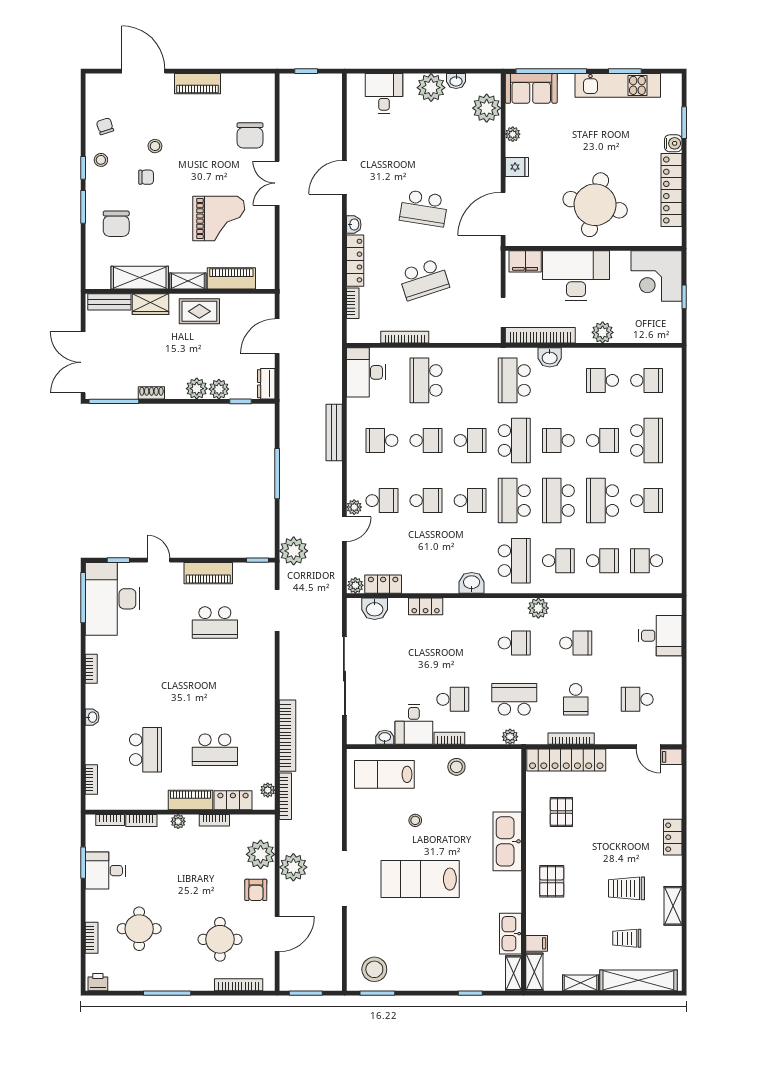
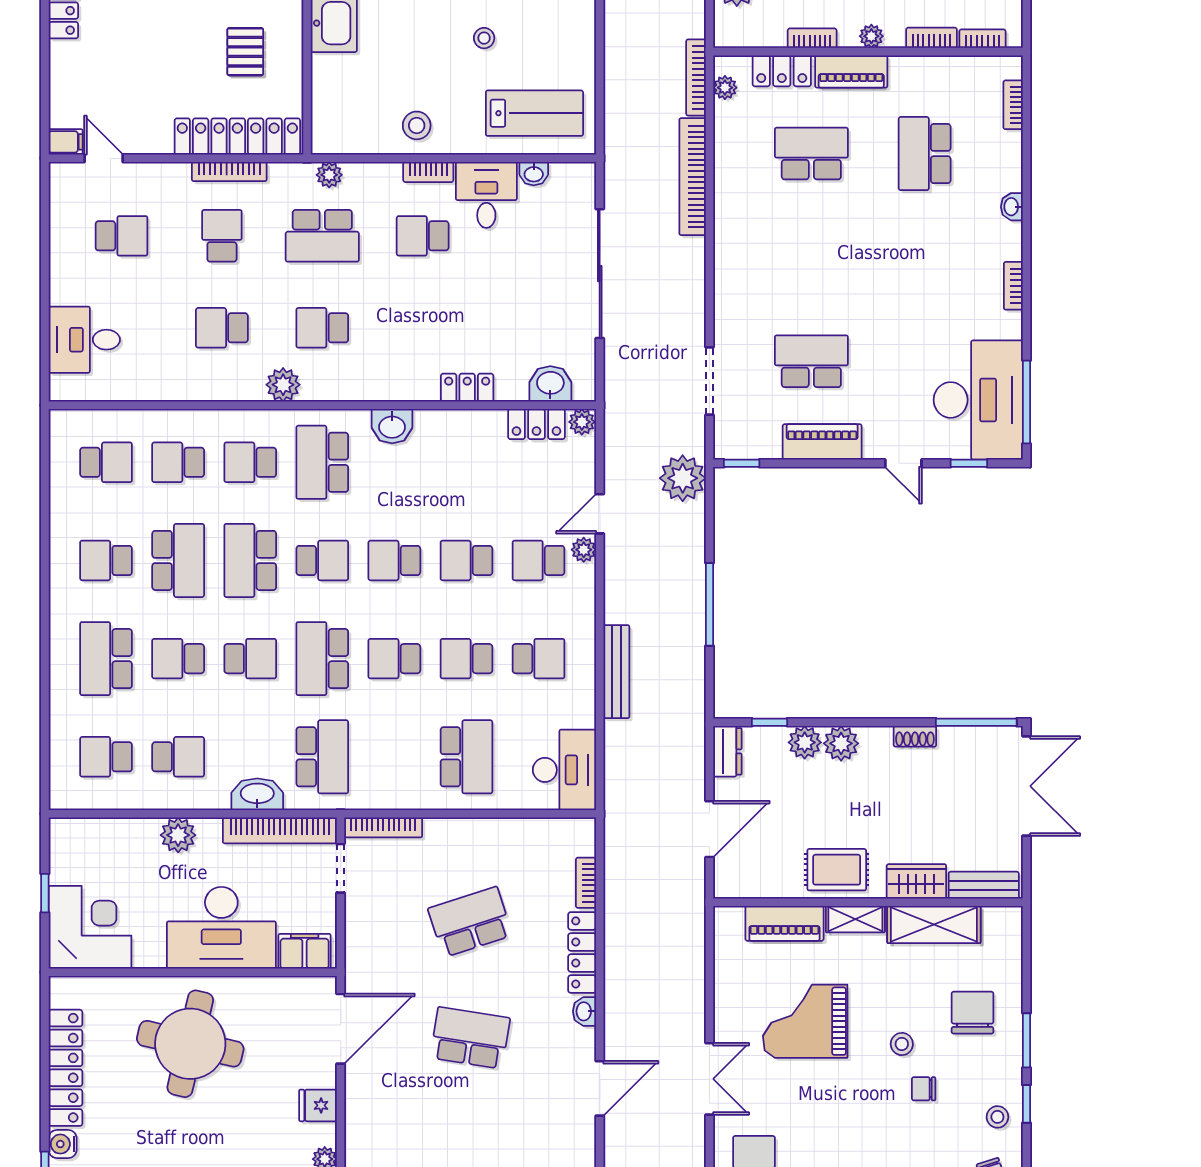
stool: (155, 146) -> (902, 1044), moved
bookcase: (405, 337) -> (383, 827), moved
washbasin: (550, 357) -> (257, 794), width x1.38
school desk: (514, 501) -> (322, 560), width x0.54
school desk: (558, 501) -> (250, 560), turned 180

